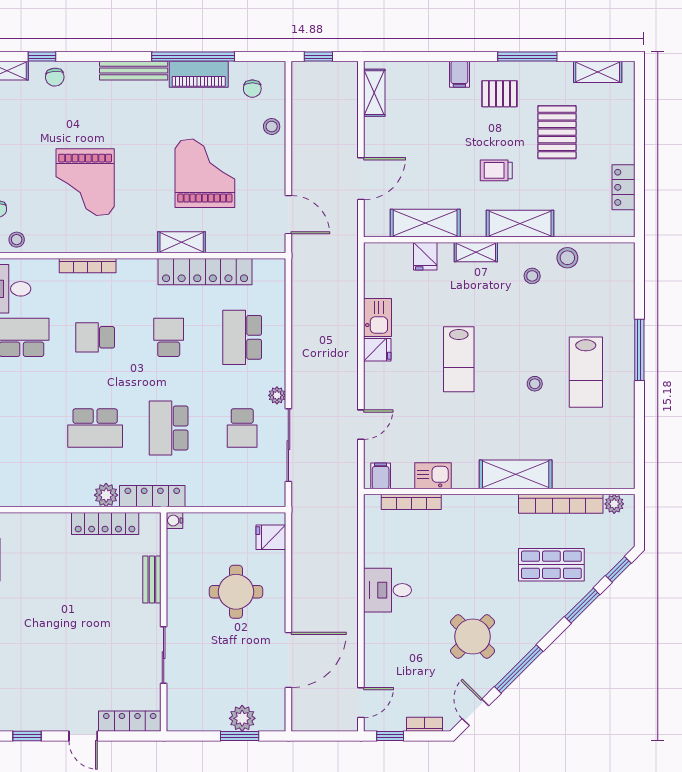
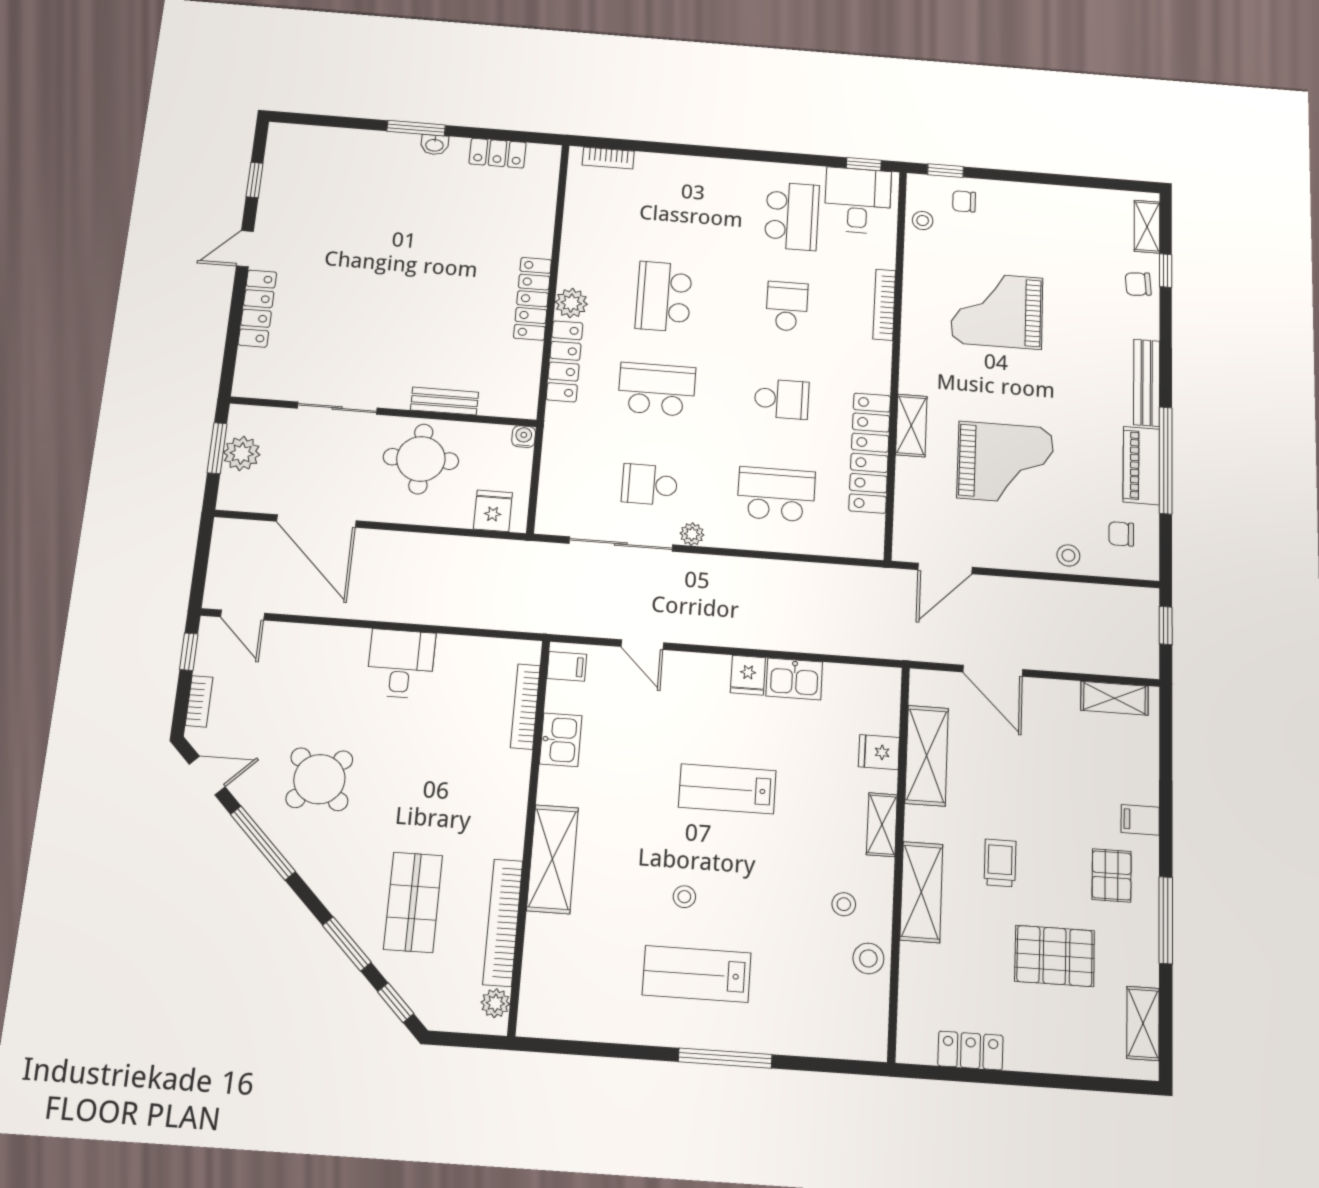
water cooler: (174, 521) -> (524, 437), moved
bench: (152, 579) -> (444, 401), moved
wall: (164, 622) -> (384, 412), moved
sliding door: (164, 655) -> (337, 408), moved

